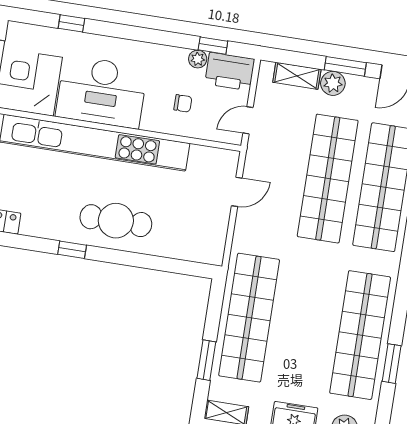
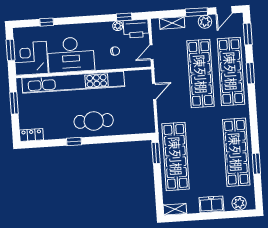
plant: (333, 83) -> (205, 22), moved
window: (206, 360) -> (156, 153), moved

